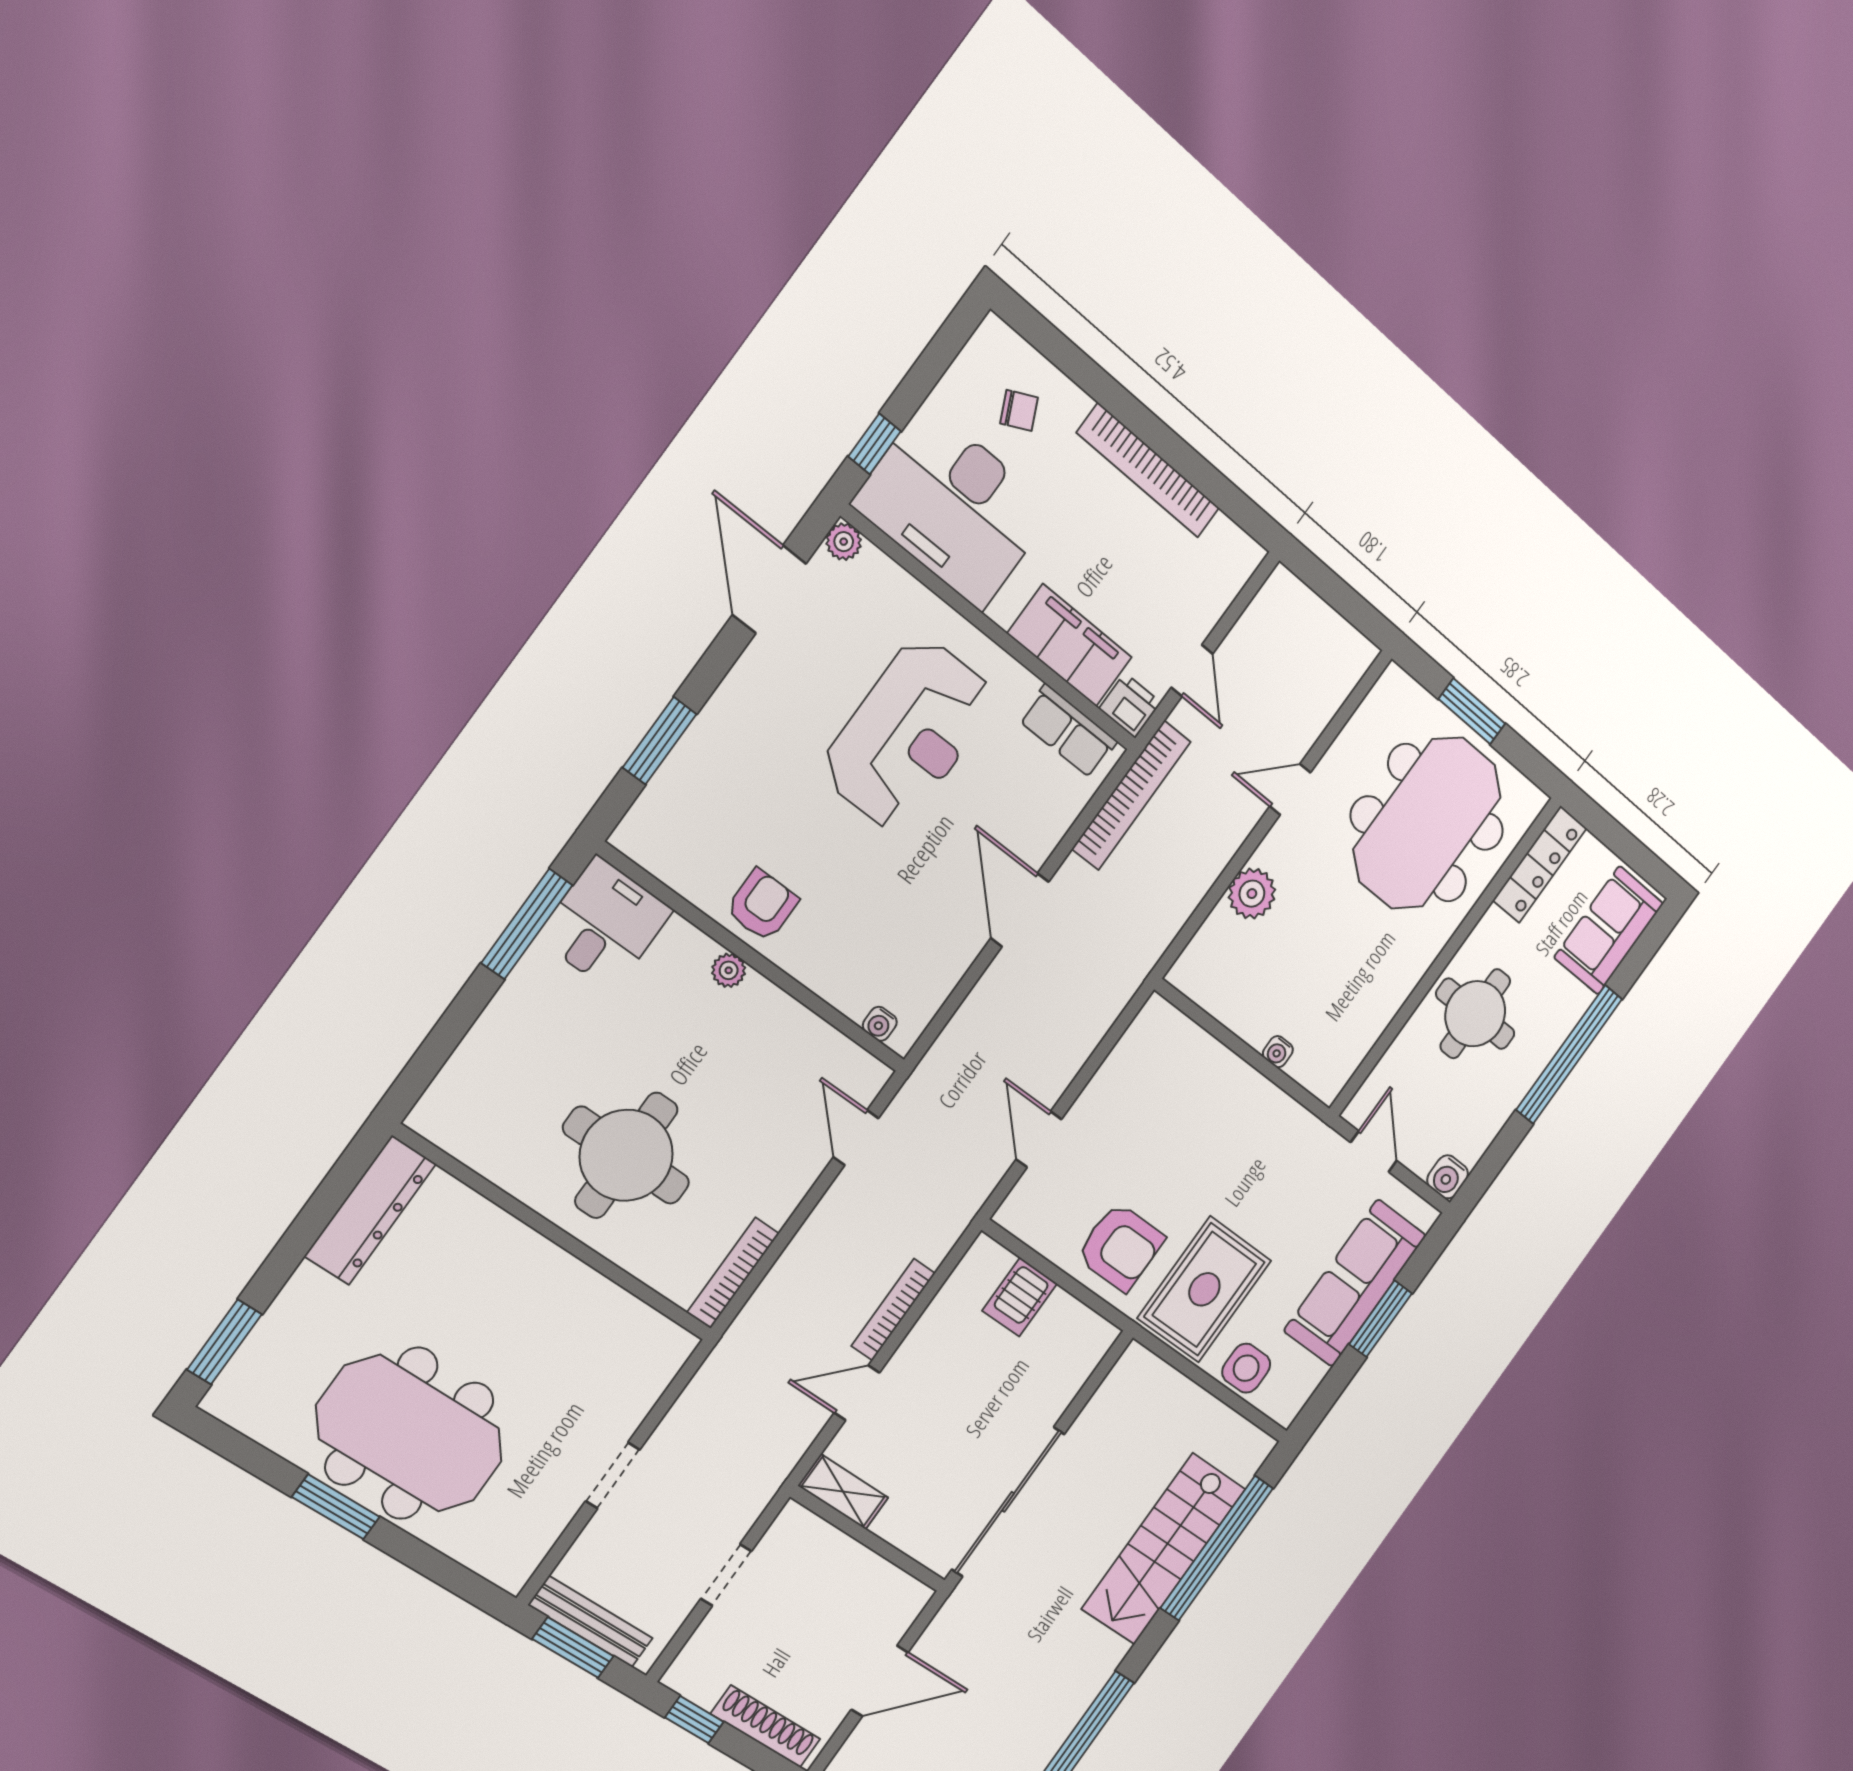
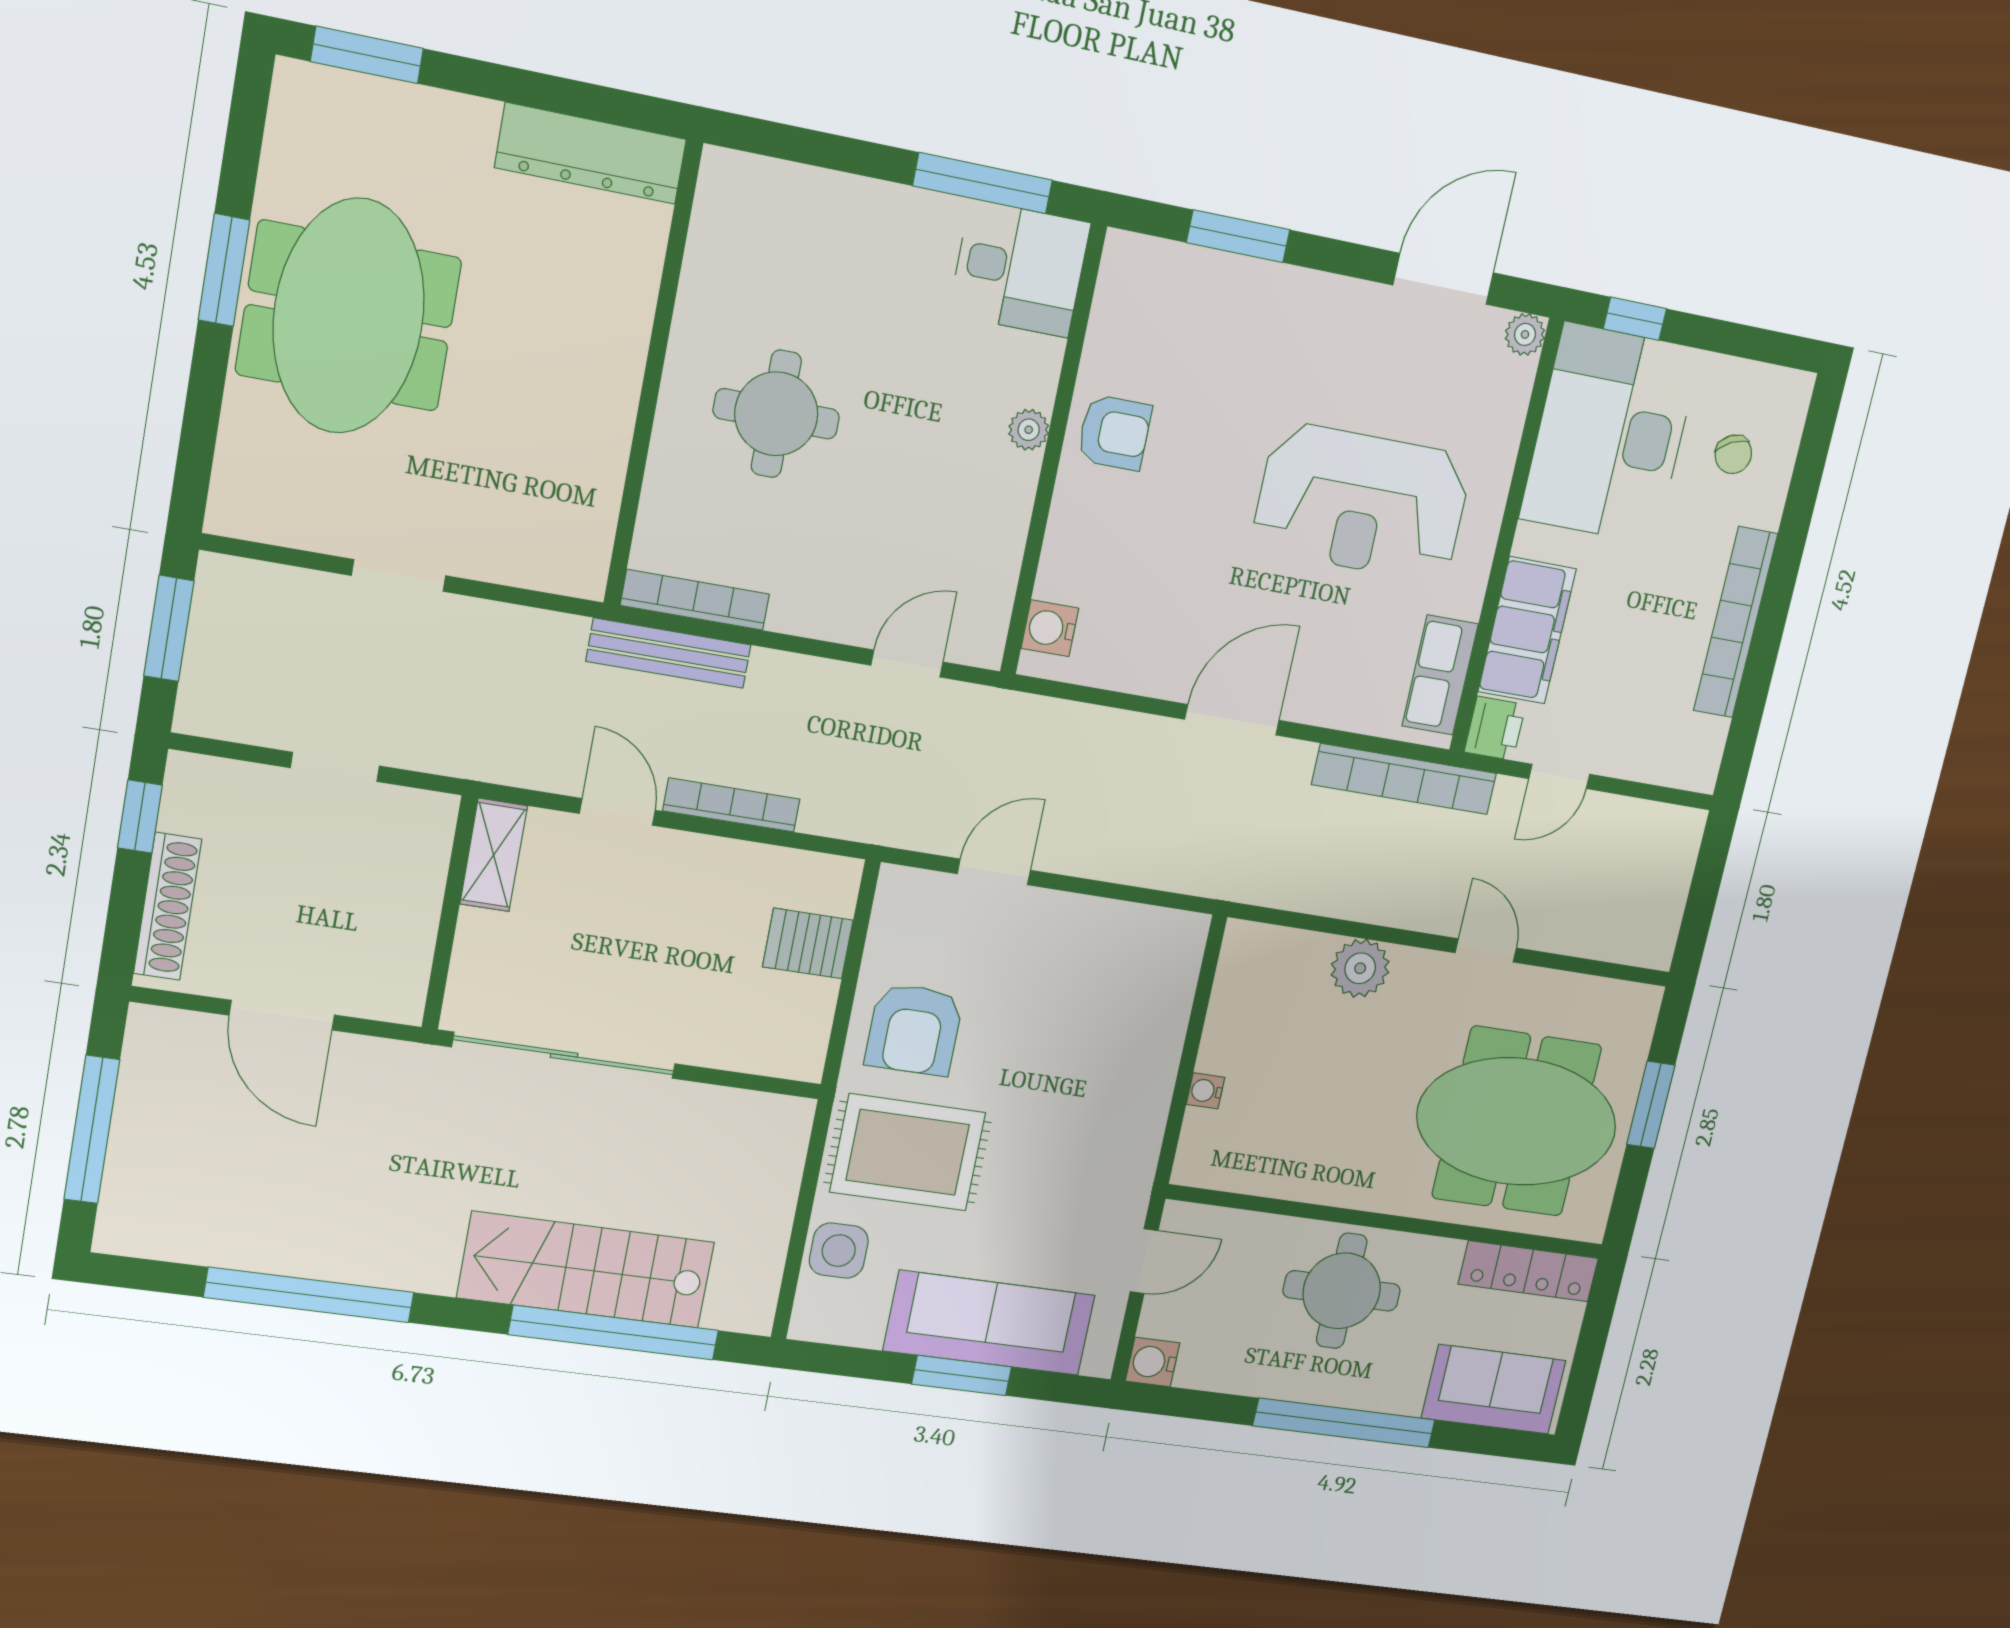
water cooler: (880, 1024) -> (1050, 628), width x1.38, depth x1.38
round table: (626, 1155) -> (776, 414), width x0.73, depth x0.73
bench: (591, 1622) -> (669, 653), moved, turned 90

